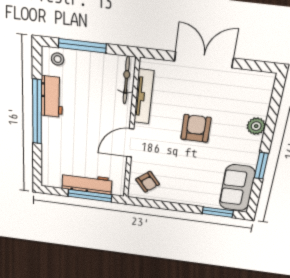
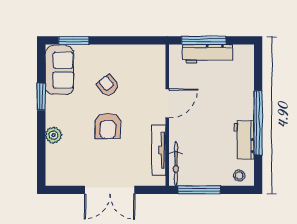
window: (82, 46) -> (199, 190), moved
armchair: (148, 182) -> (108, 85), moved

